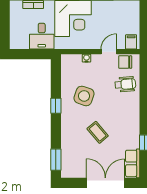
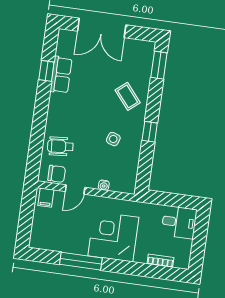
desk: (42, 36) -> (179, 222), moved, turned 90
side table: (84, 96) -> (113, 139), width x0.54, depth x0.54
coffee table: (98, 132) -> (128, 96), moved
row of seats: (133, 163) -> (61, 75), moved

